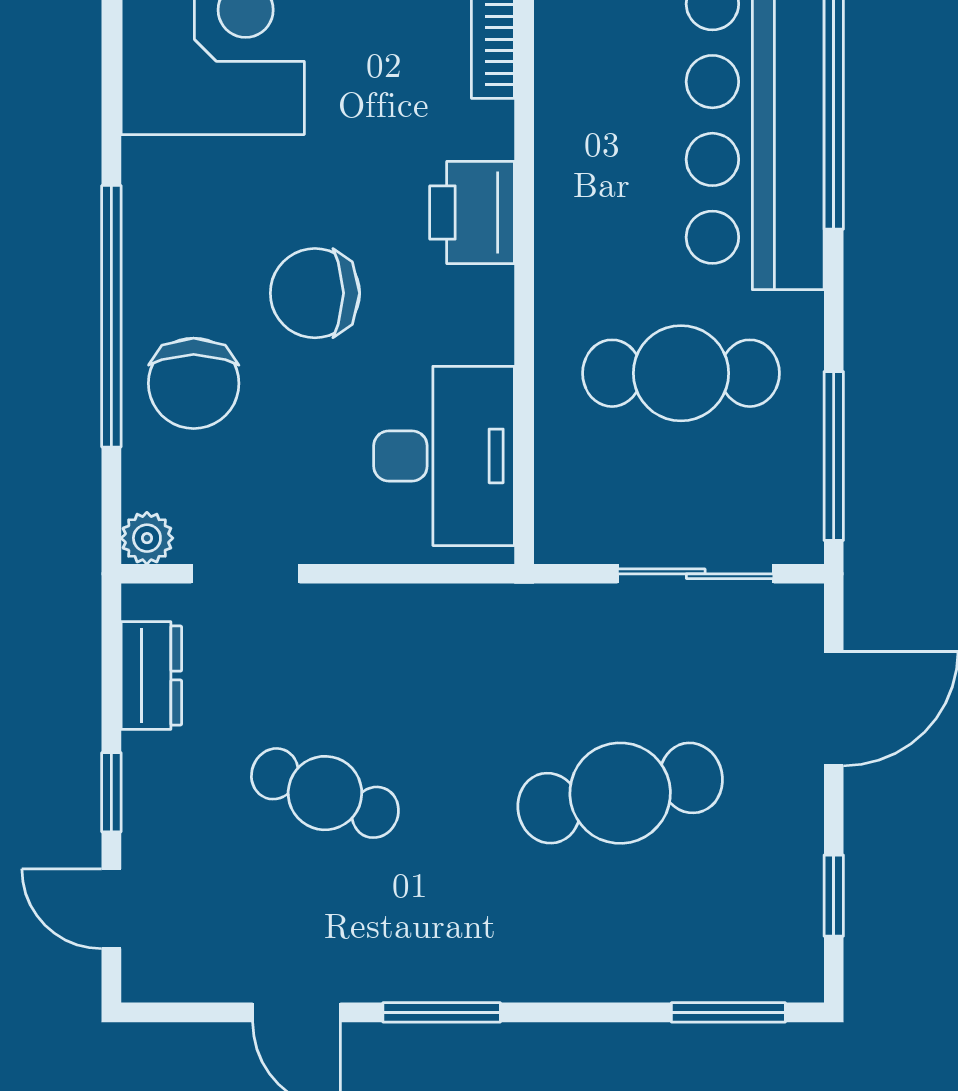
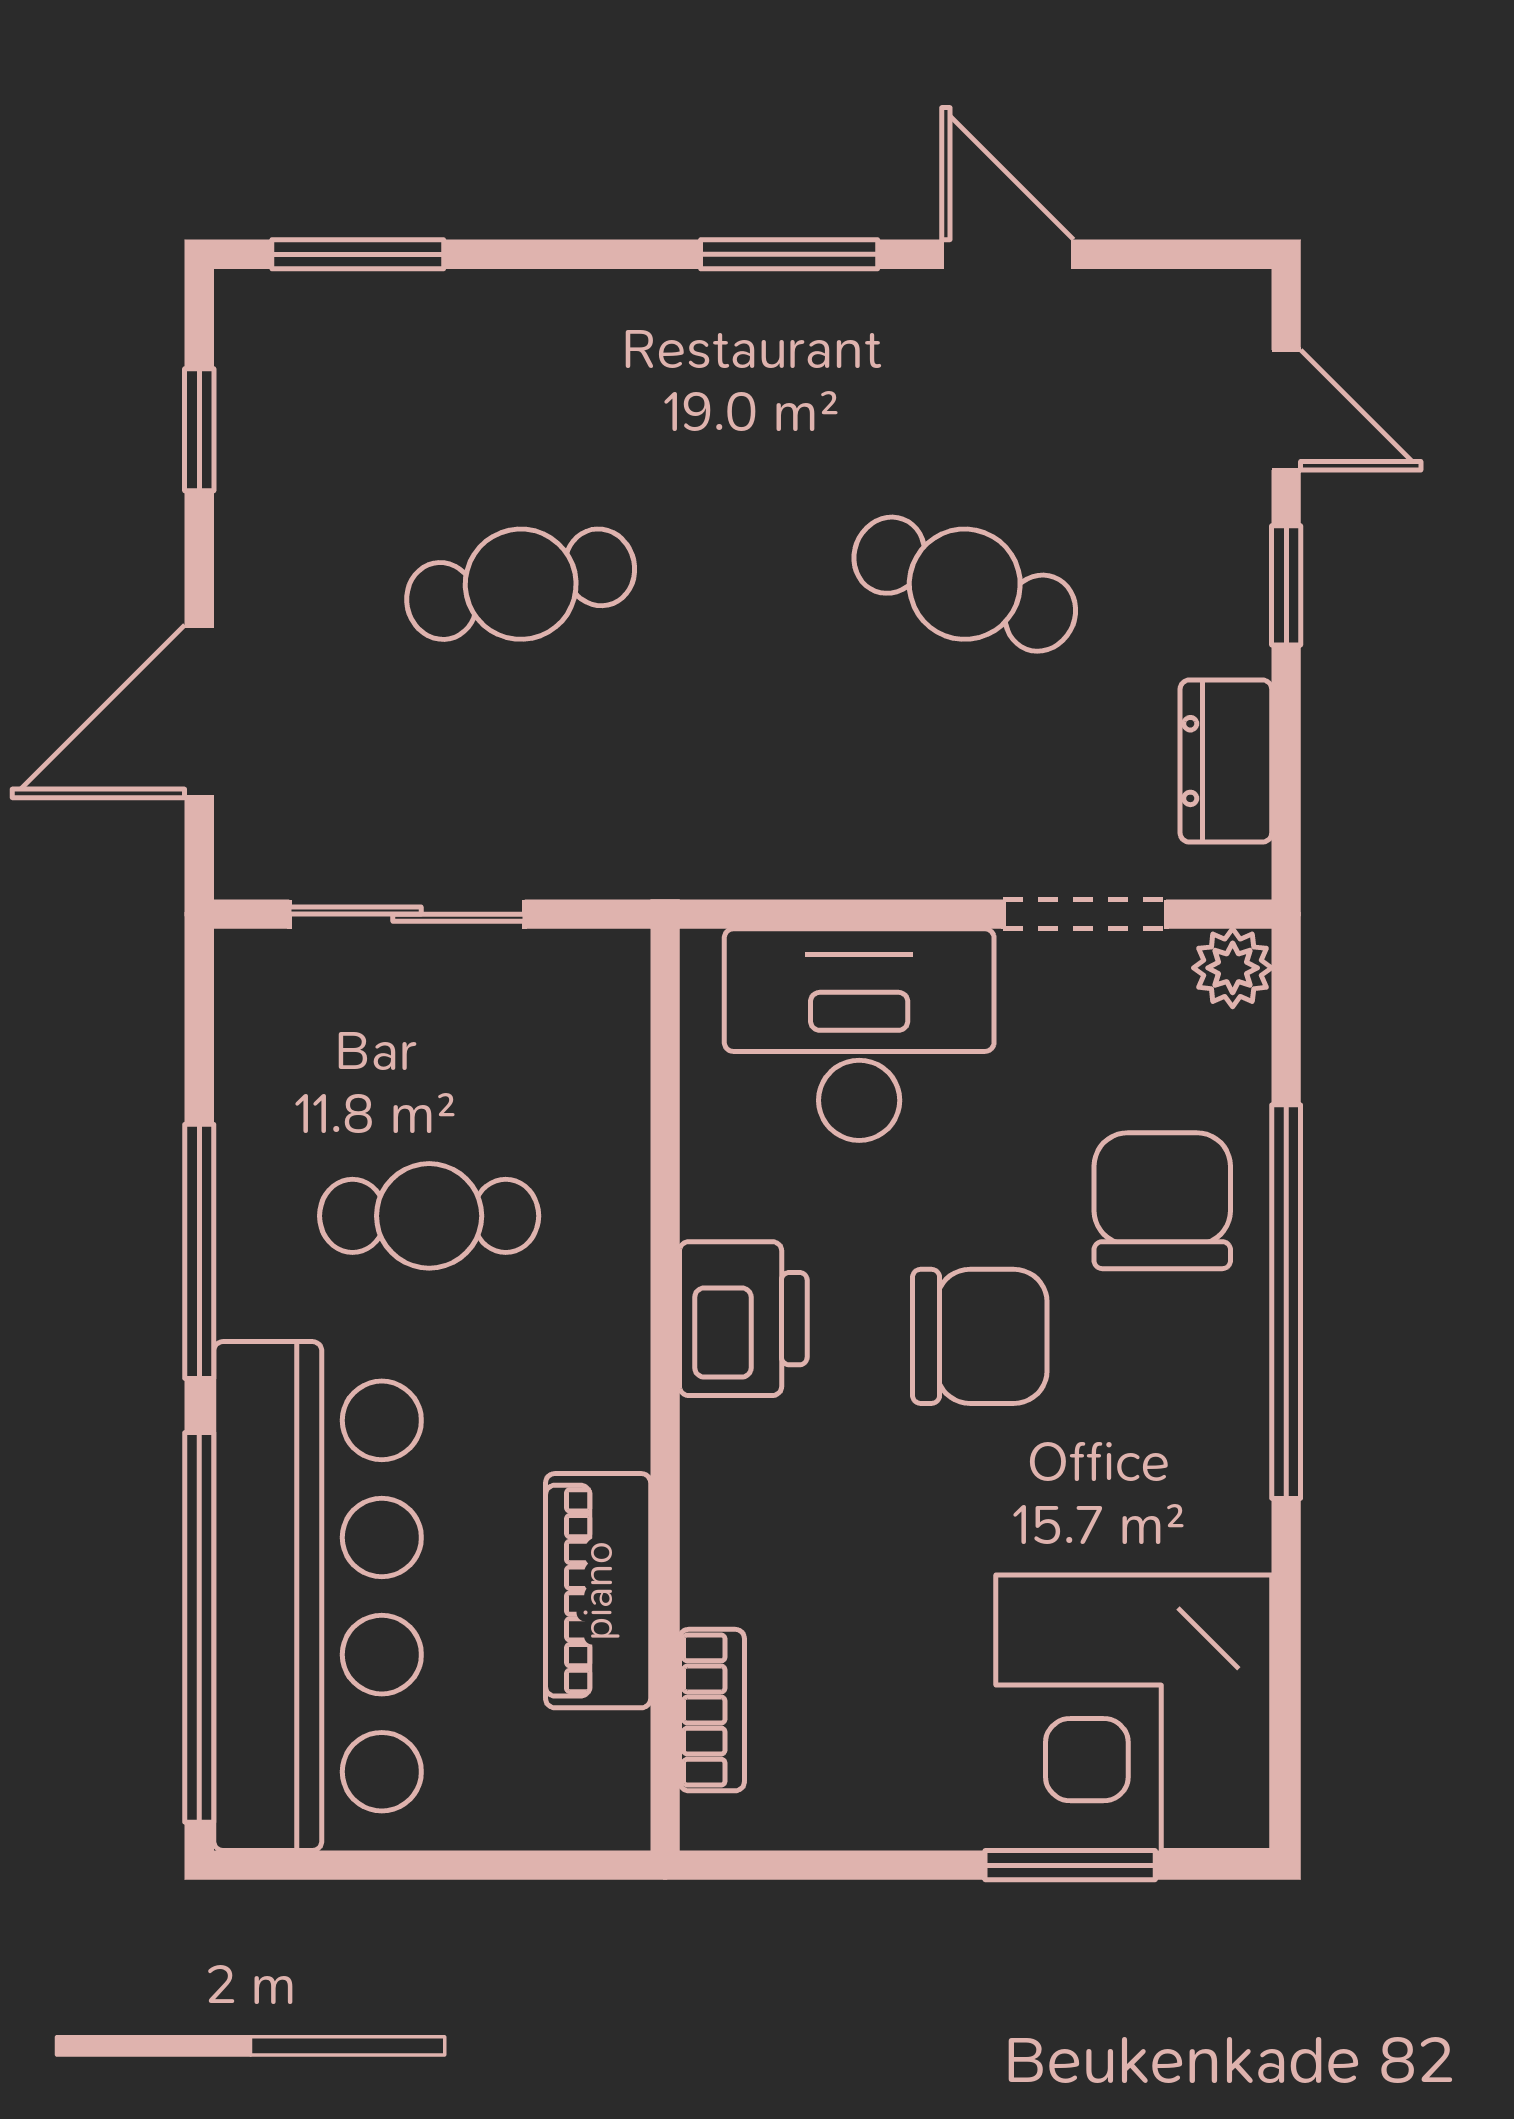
piano: (569, 124) -> (598, 1591), added
printer: (472, 212) -> (743, 1319), moved
cafe table: (681, 373) -> (429, 1216), width x0.73, depth x0.74
desk: (444, 456) -> (859, 1035), moved, turned 90
window: (834, 456) -> (199, 1251), moved
cafe table: (620, 793) -> (521, 584), width x0.73, depth x0.74

